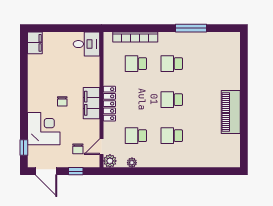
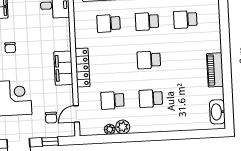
school desk: (208, 64) -> (185, 19), added
chair: (62, 101) -> (10, 48), moved
piano: (231, 112) -> (215, 70), width x0.73, depth x0.75
washbasin: (233, 151) -> (217, 112), added
plant: (110, 161) -> (123, 127), moved

